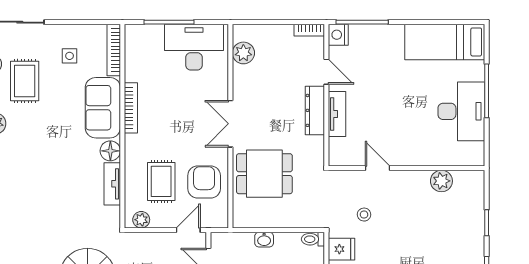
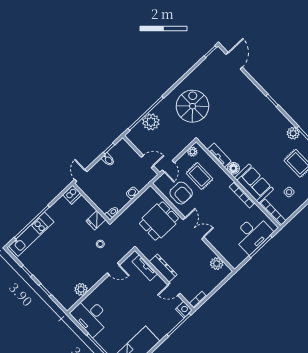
desk: (194, 47) -> (252, 234), moved
desk: (461, 111) -> (91, 316), moved
tv unit: (337, 114) -> (145, 268), moved

